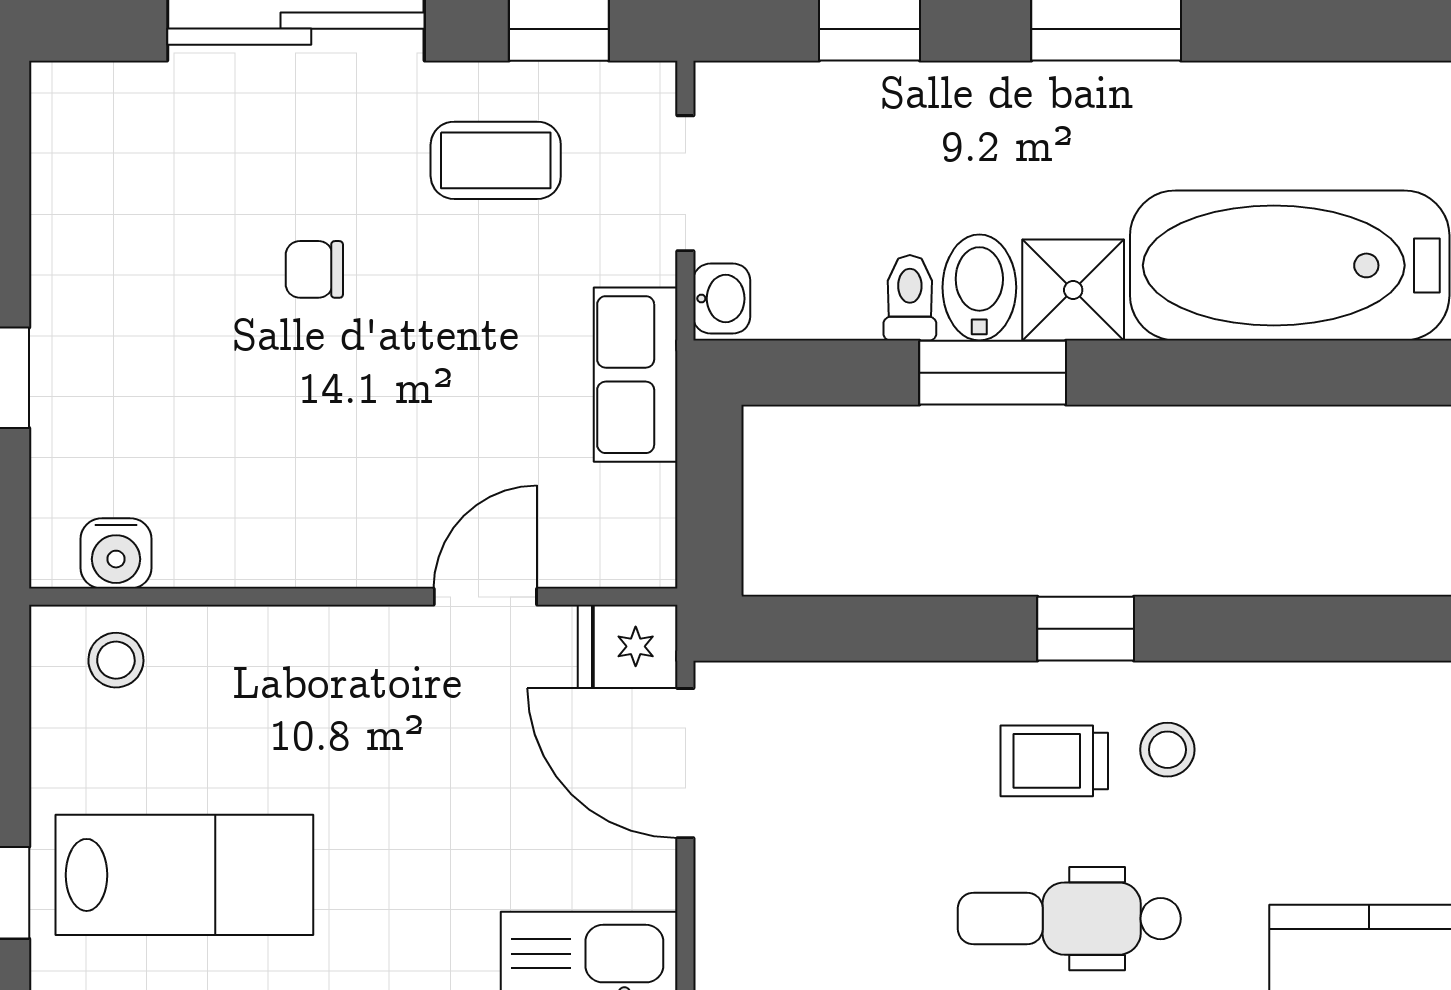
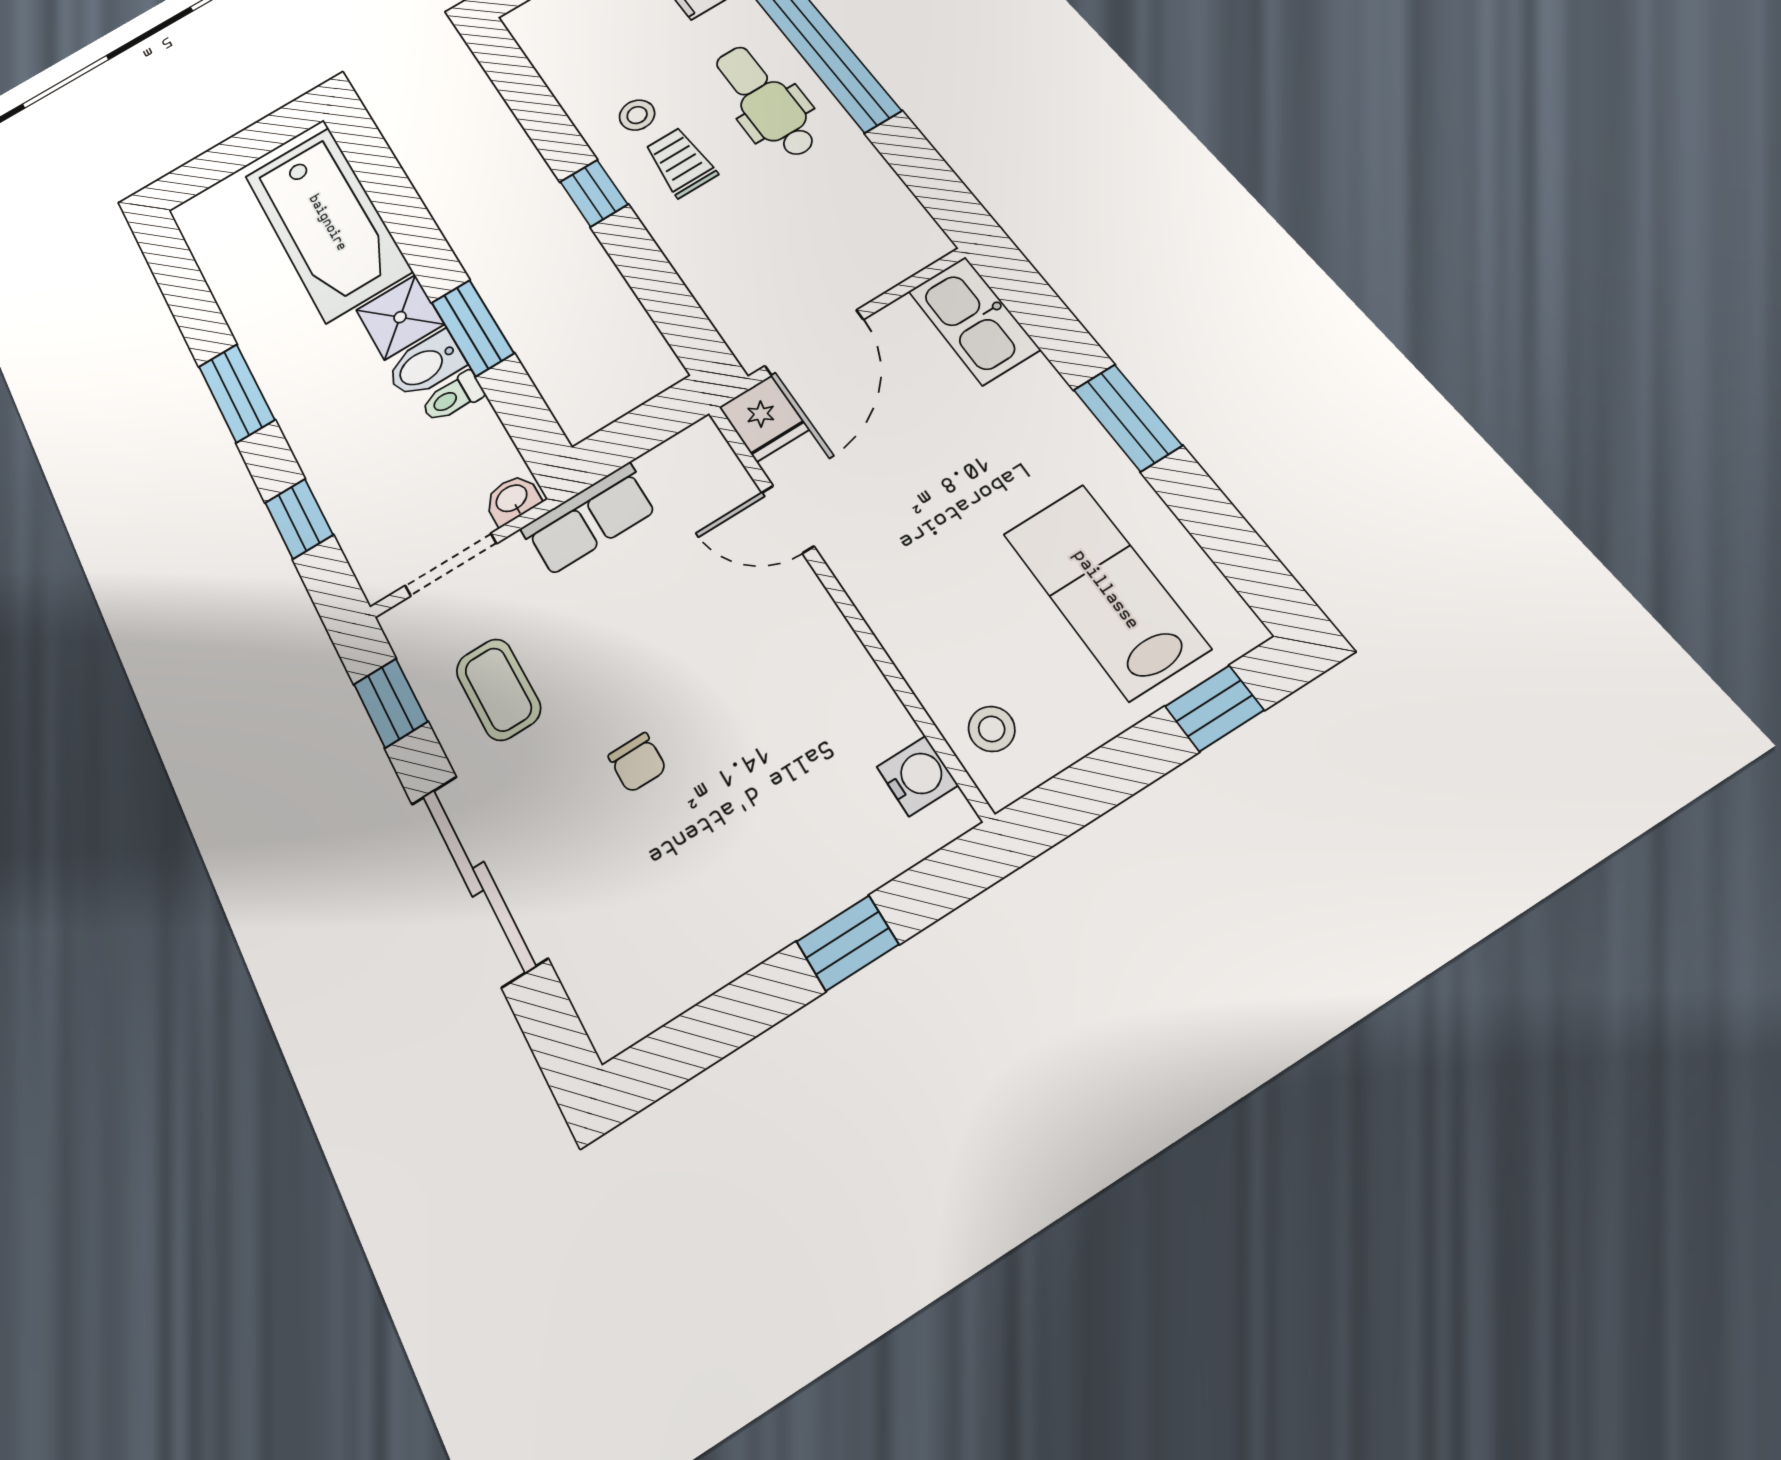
trolley: (1054, 761) -> (680, 162), turned 180
dental chair: (1069, 919) -> (766, 101), turned 180

